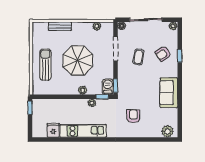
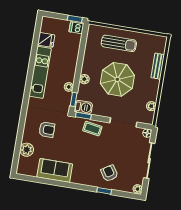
coffee table: (138, 57) -> (92, 129), moved
sofa: (169, 93) -> (55, 170), moved
dishwasher: (38, 105) -> (76, 28), added
plant: (167, 131) -> (27, 150), moved

